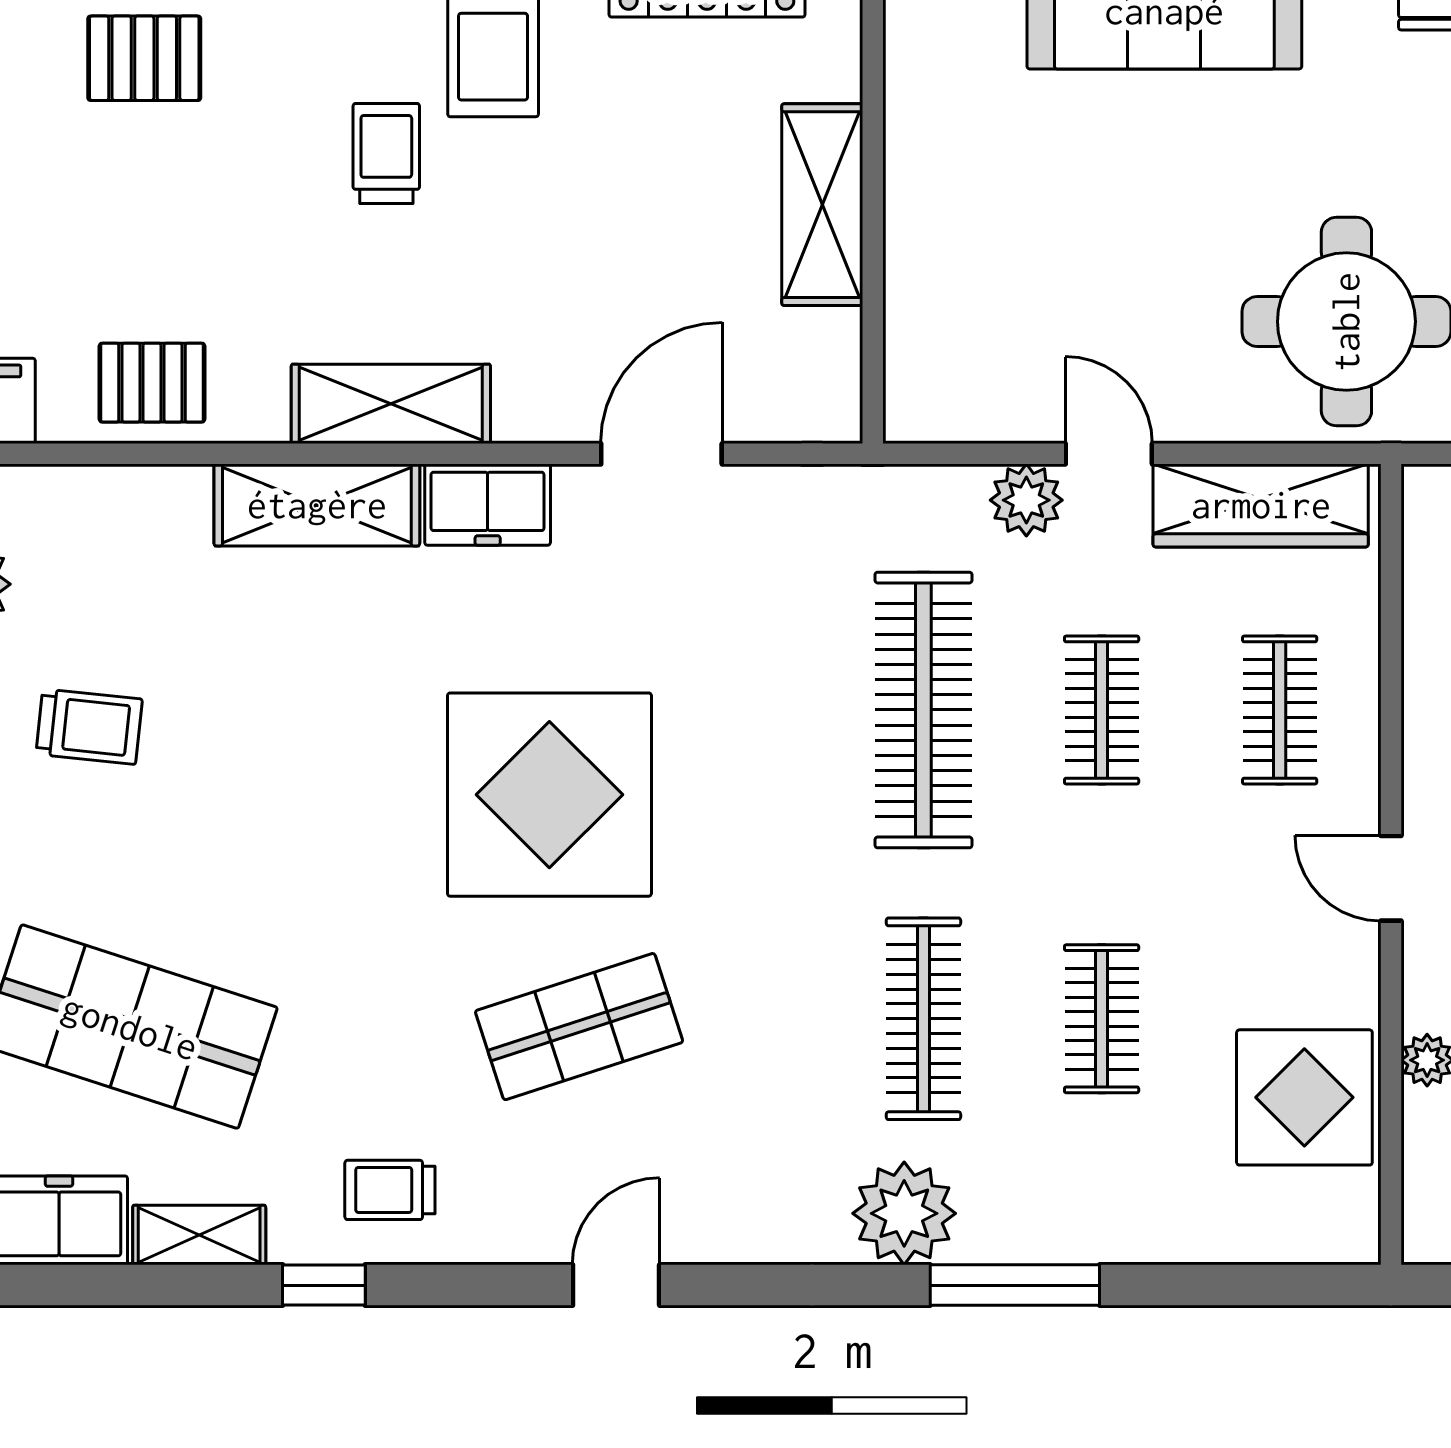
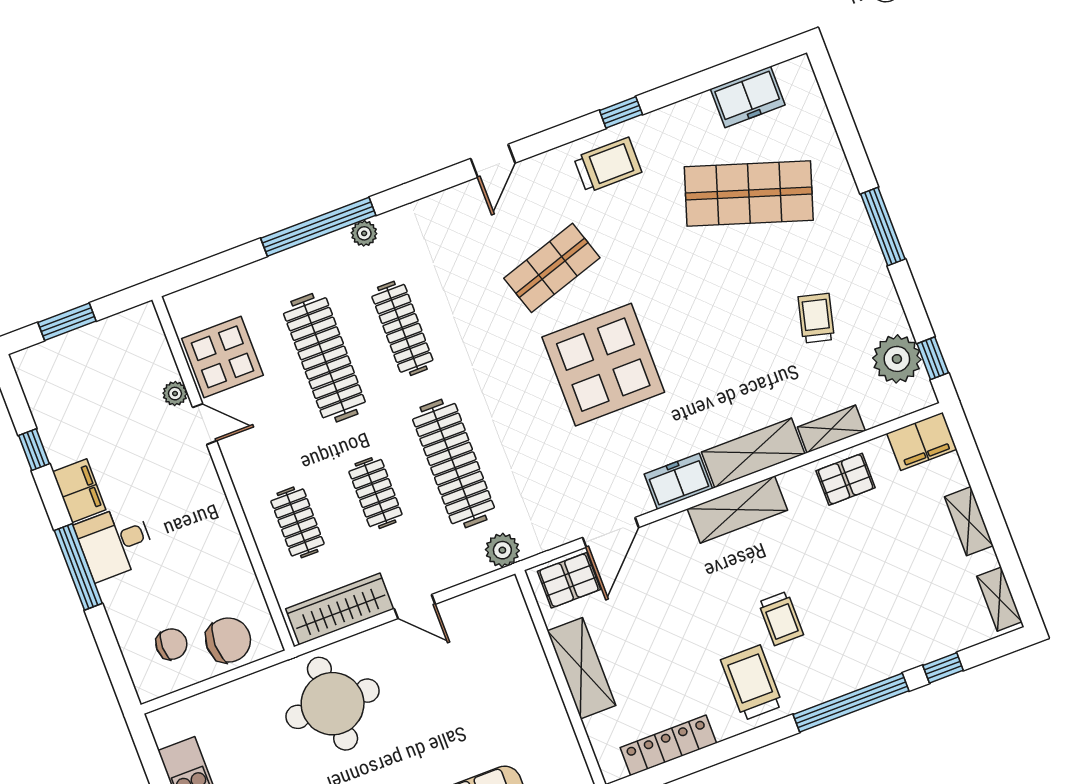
pallet: (144, 58) -> (569, 580), moved
plant: (1026, 500) -> (502, 550), moved
trolley: (89, 727) -> (816, 318), turned 98
door: (1391, 878) -> (205, 424), moved
clothes rail: (1102, 1019) -> (324, 358), width x1.86, depth x1.31
trolley: (390, 1190) -> (608, 165), width x1.36, depth x1.39
plant: (904, 1213) -> (364, 233), width x0.53, depth x0.53
shelving: (199, 1235) -> (831, 429), moved
window: (1015, 1285) -> (318, 227), width x1.46

